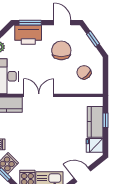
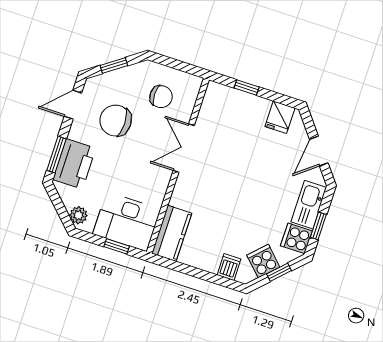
chair: (84, 72) -> (161, 97), turned -137
double door: (39, 95) -> (184, 148), moved
kitchen counter: (95, 122) -> (244, 104), removed

